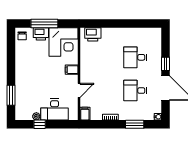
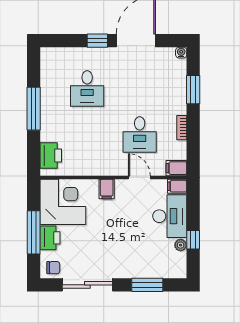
window: (122, 24) -> (34, 109), added
sliding door: (11, 57) -> (87, 285), added
desk: (135, 91) -> (140, 134), moved
filing cabinet: (73, 114) -> (177, 186), added

